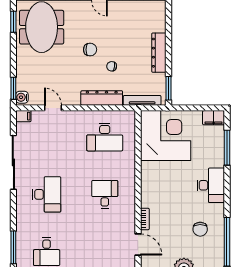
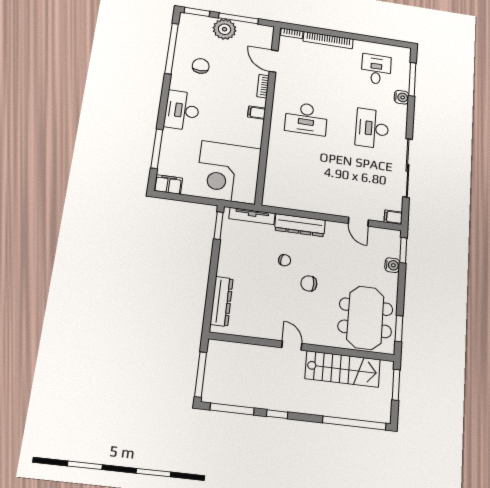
dresser: (159, 53) -> (222, 301), moved
water cooler: (22, 97) -> (392, 265), moved
desk: (105, 137) -> (300, 181), removed
filing cabinet: (148, 193) -> (257, 113), added
desk: (105, 194) -> (306, 119), width x1.37
water cooler: (22, 228) -> (402, 97), added

